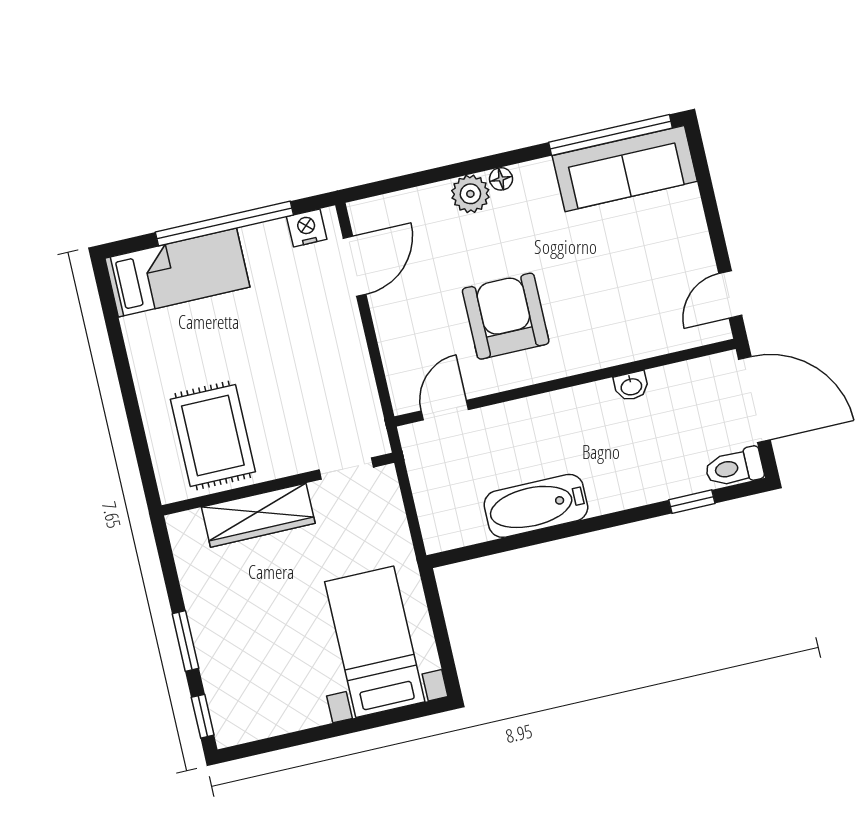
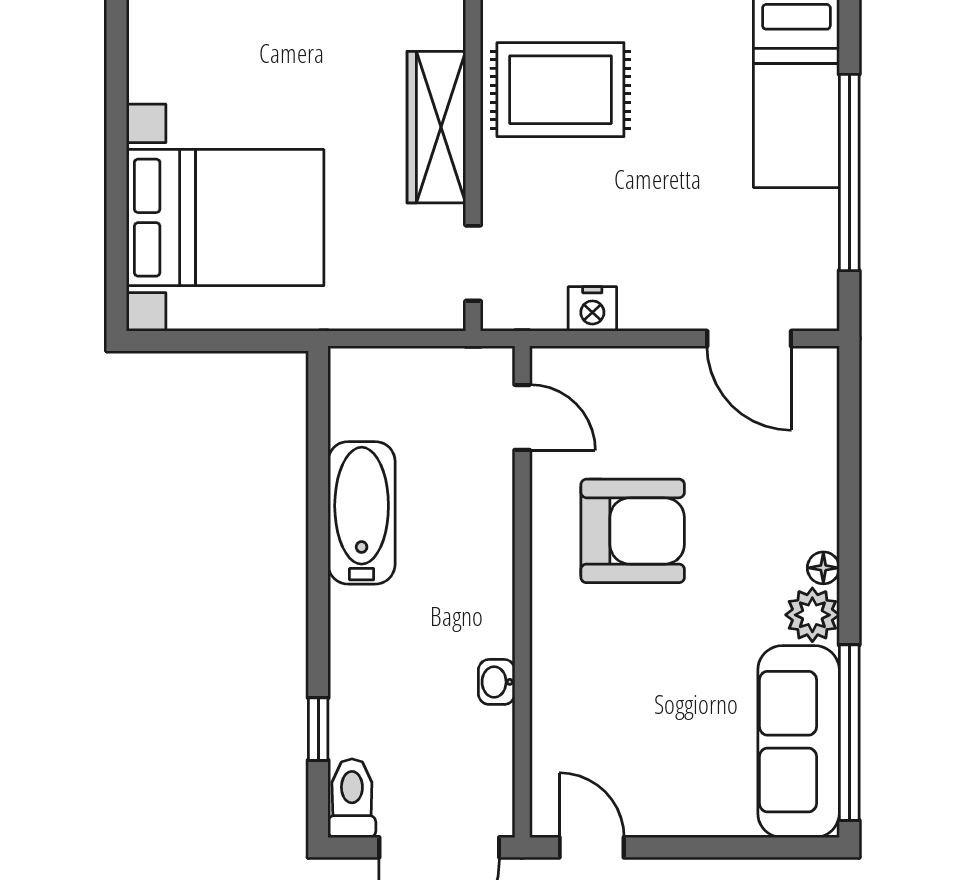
plant: (470, 194) -> (812, 615), moved
nightstand: (307, 228) -> (592, 309), moved, turned 90
bed with nightstands: (375, 642) -> (225, 218), width x1.36

